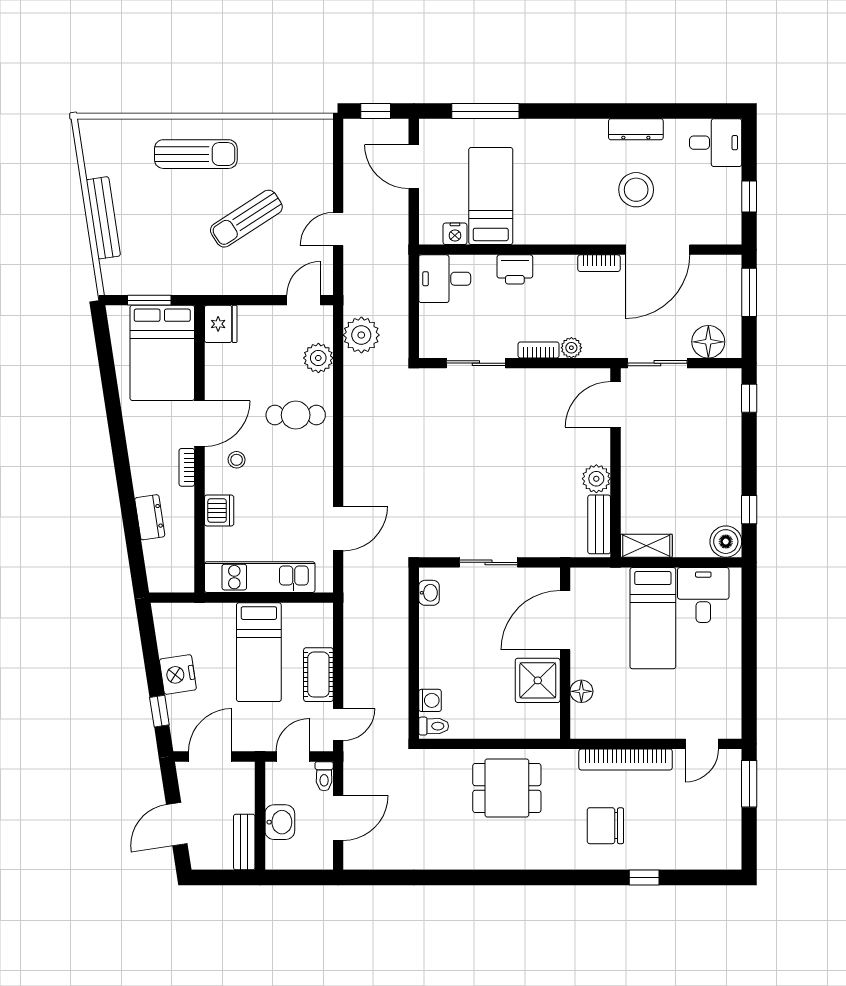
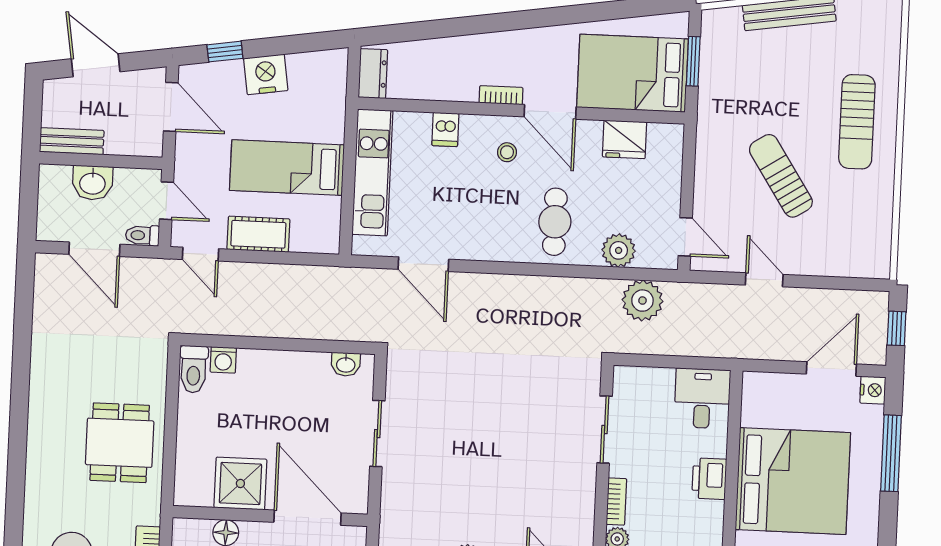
bed: (491, 196) -> (793, 481), width x2.04
nightstand: (455, 234) -> (873, 390), moved, turned 180
fridge: (221, 324) -> (625, 139), moved
dishwasher: (219, 510) -> (445, 129), width x0.73
dresser: (150, 517) -> (373, 74), moved, turned -81
toilet: (434, 726) -> (194, 369), width x1.37, depth x1.39

